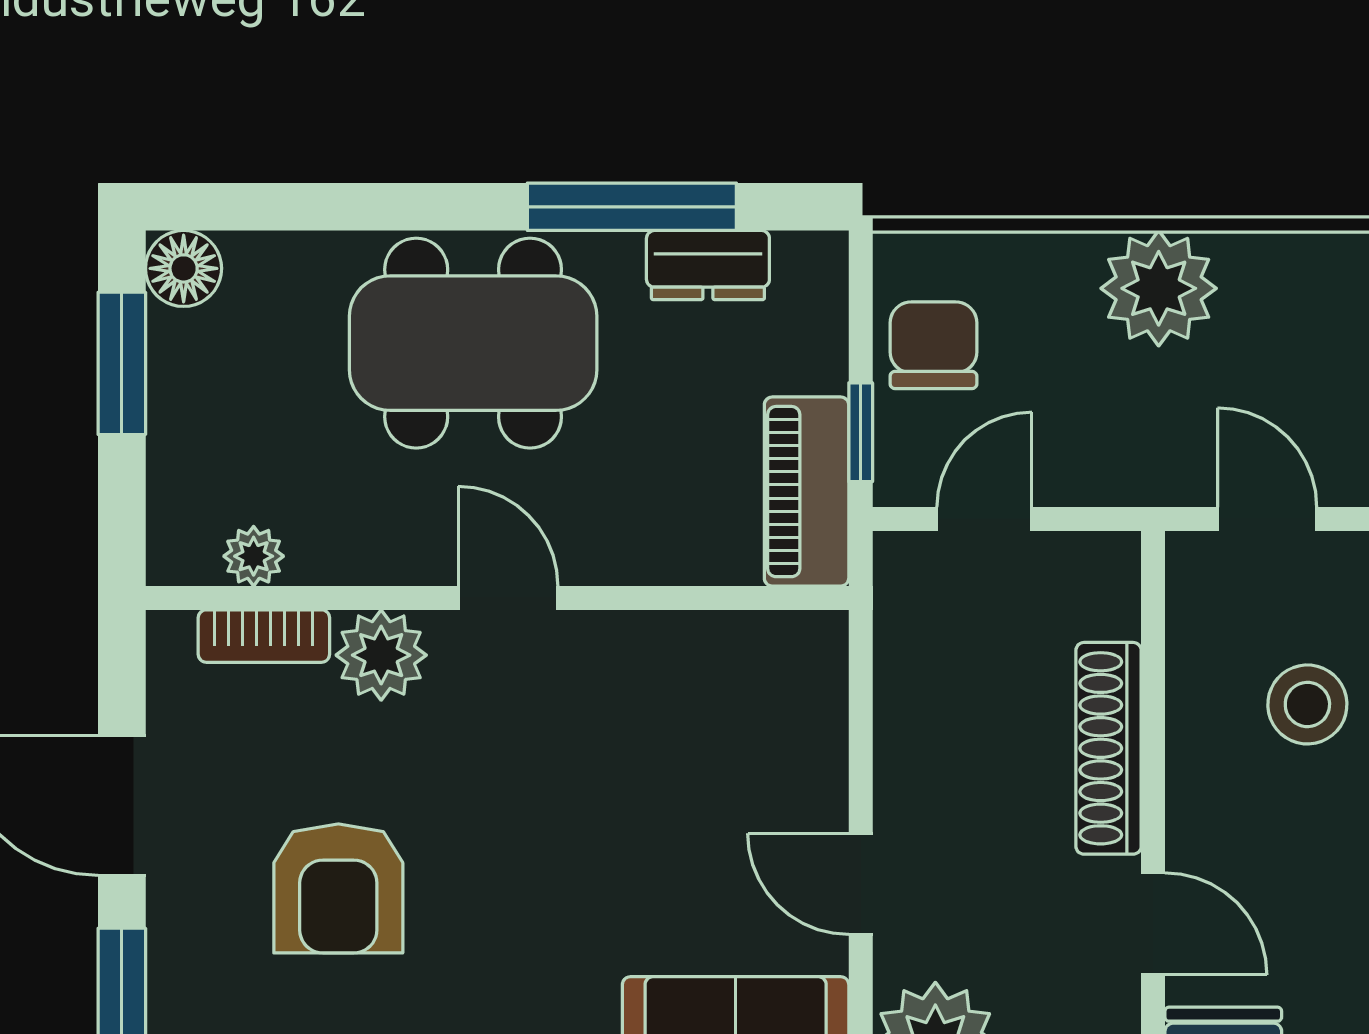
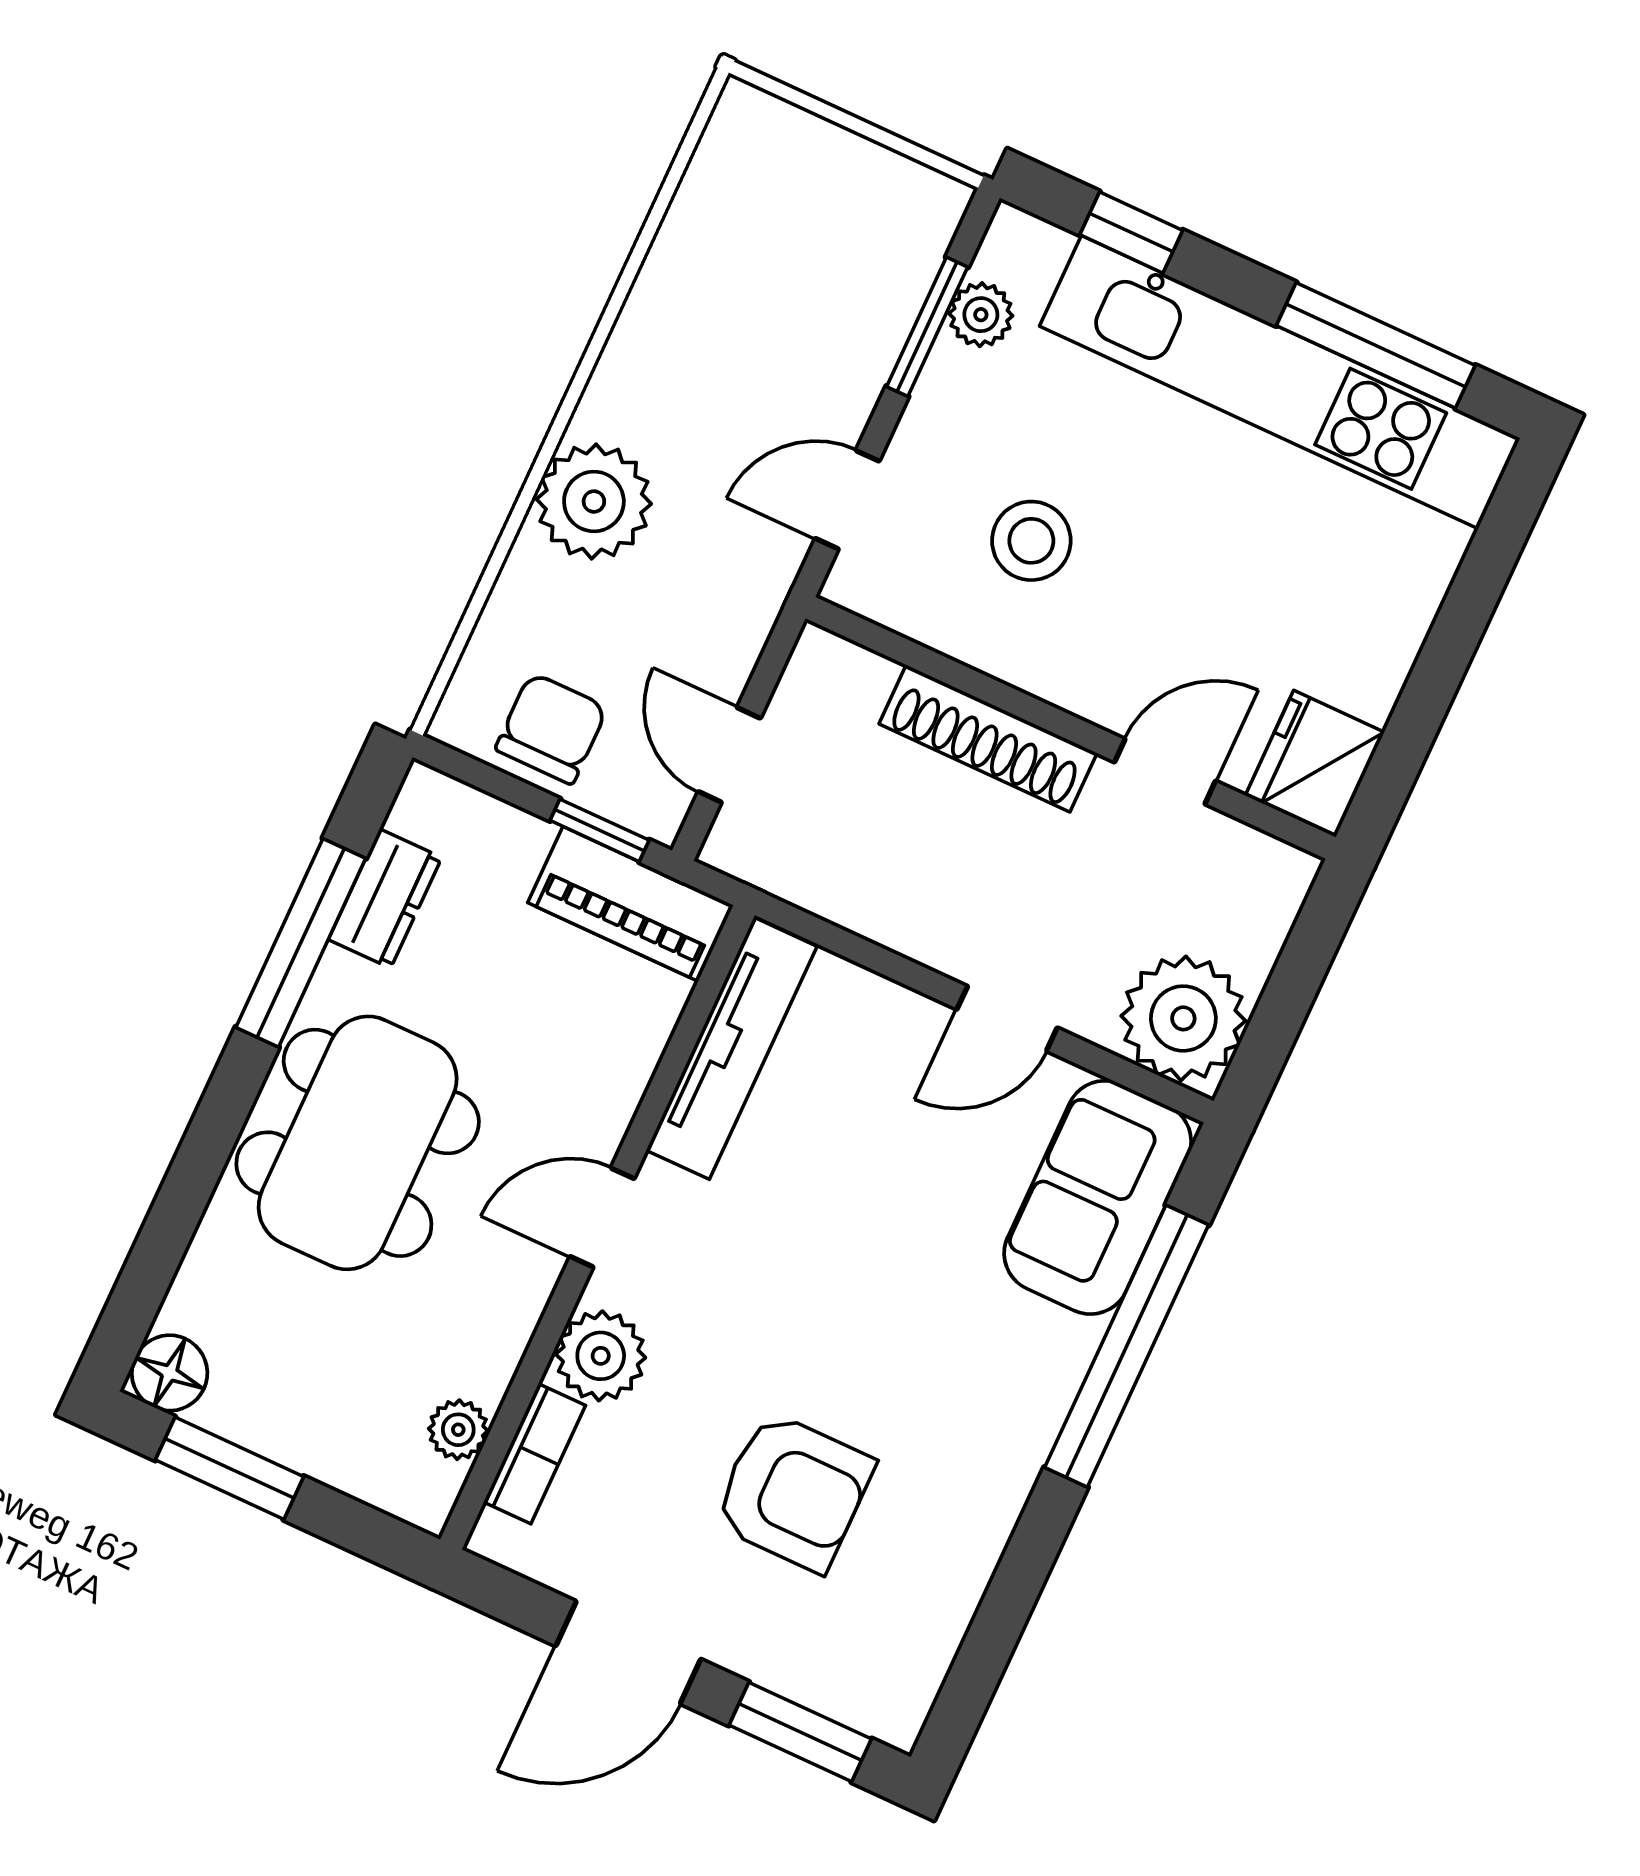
chair: (933, 345) -> (551, 728), turned 90
tv unit: (717, 645) -> (732, 1048), added

